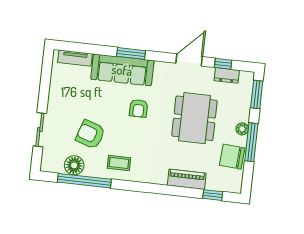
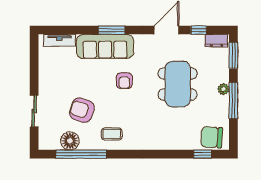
dresser: (227, 75) -> (217, 41), moved
chair: (232, 157) -> (212, 137), moved
piano: (187, 179) -> (177, 142), removed

